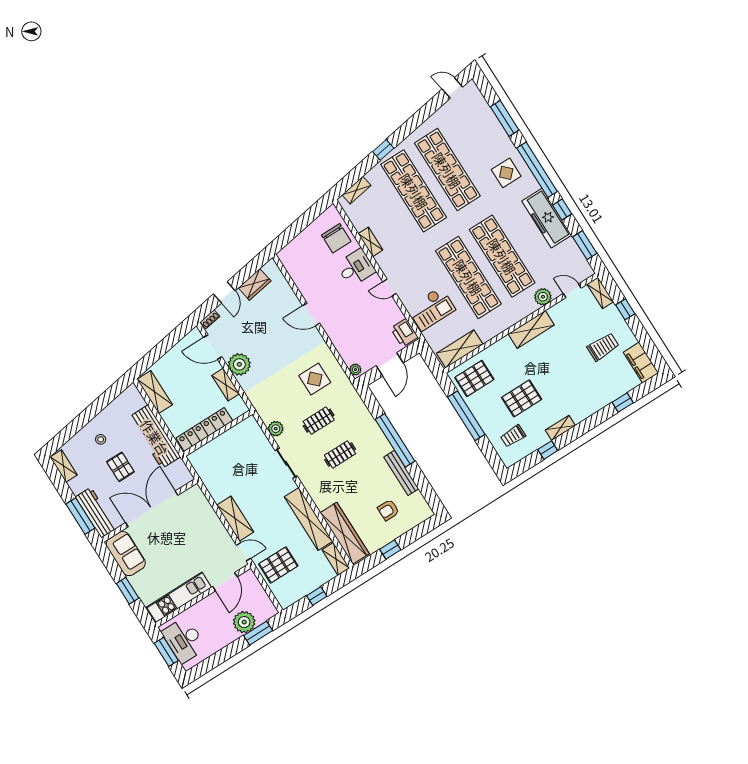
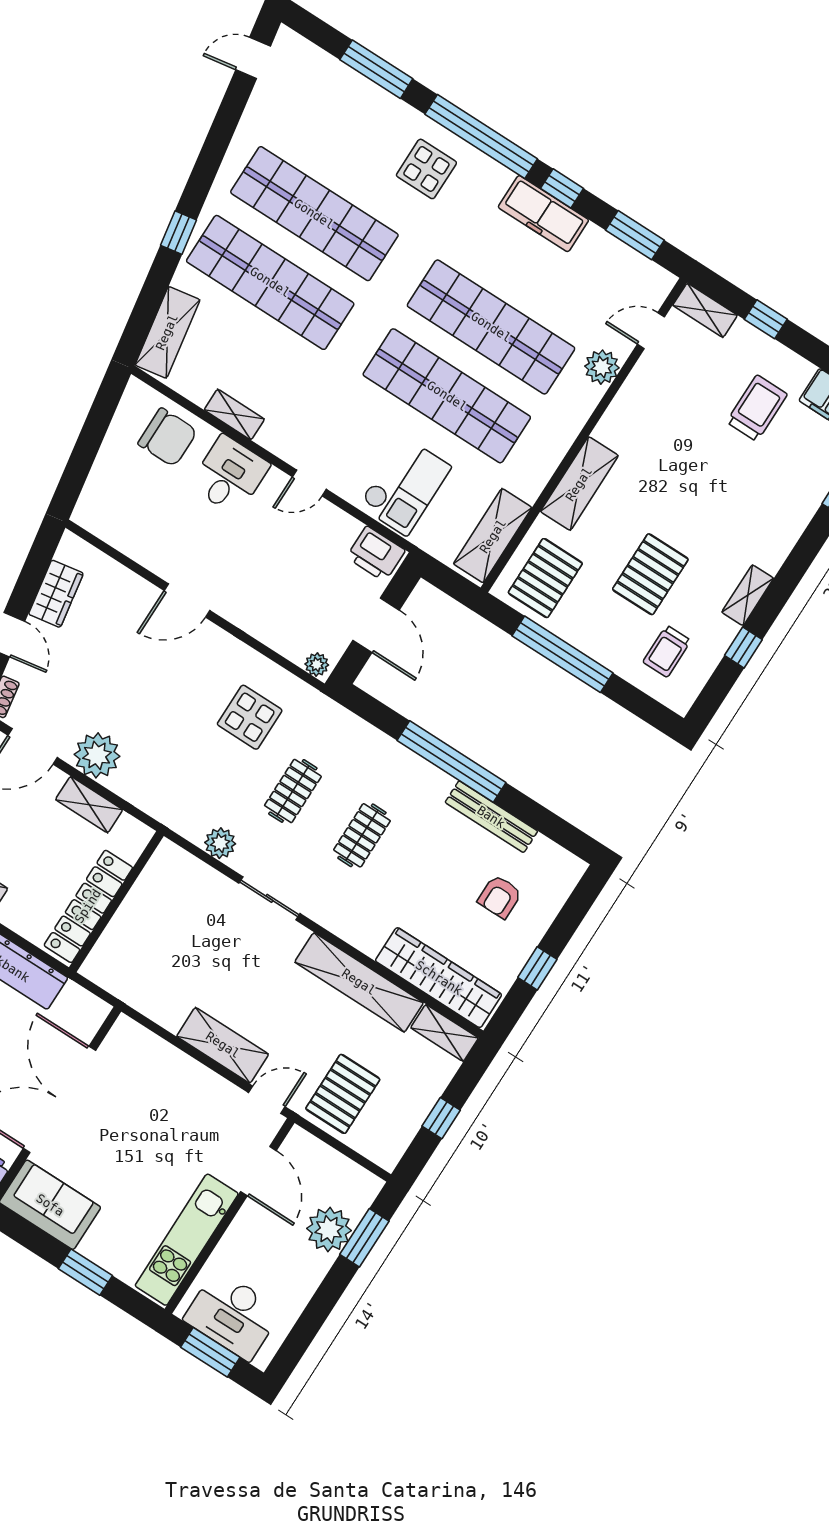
shelving: (356, 190) -> (167, 332), width x1.50, depth x1.33
freezer: (547, 218) -> (543, 214), width x0.73, depth x0.79
shelving: (531, 329) -> (579, 484), moved

